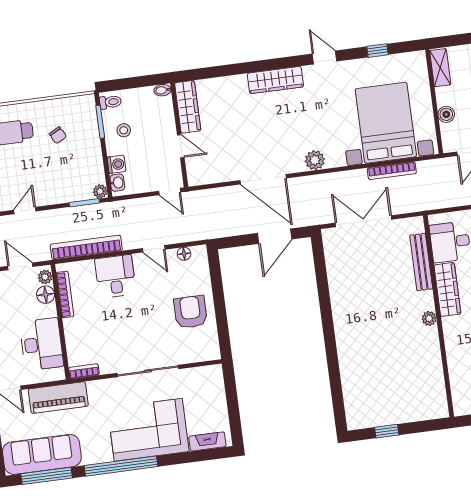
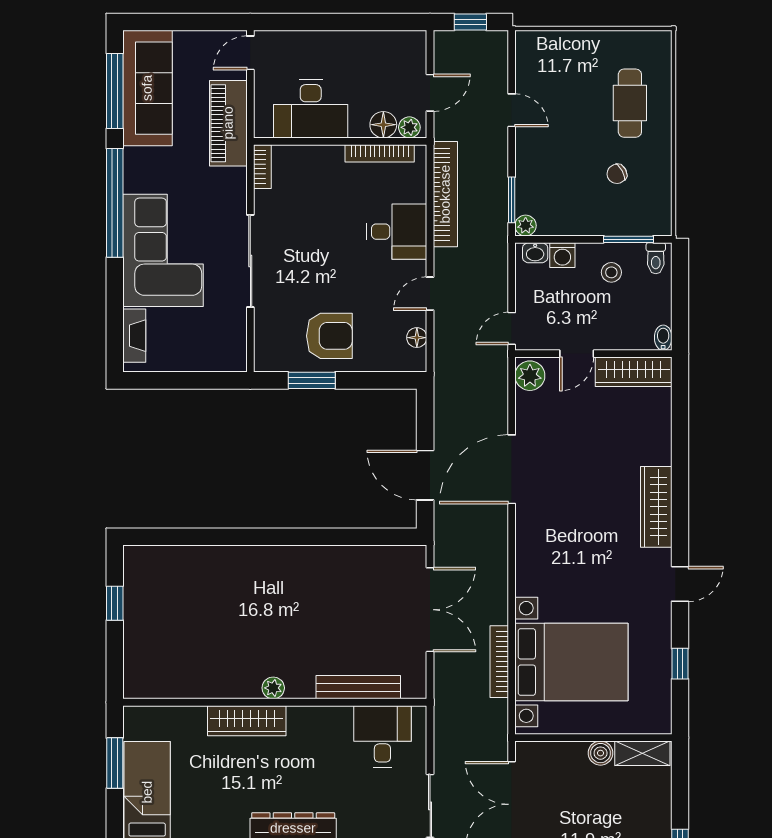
boiler: (446, 114) -> (601, 753), moved
plant: (315, 160) -> (530, 376), moved
wardrobe: (447, 289) -> (247, 721), moved
window: (222, 320) -> (312, 380), added

